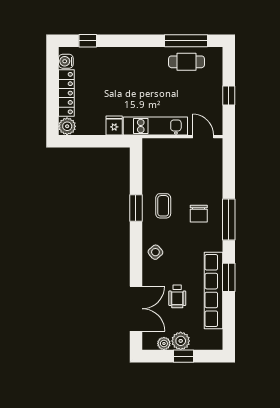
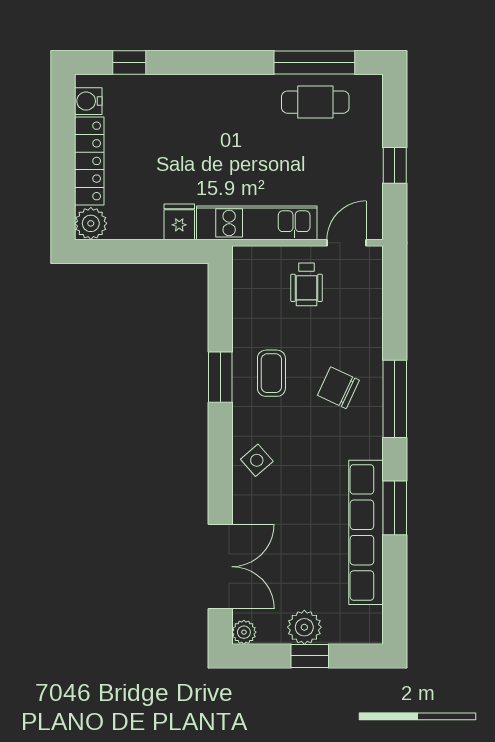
door: (203, 137) -> (347, 243), hinge flipped
chair: (199, 214) -> (338, 388), turned 115
wheelchair: (177, 296) -> (307, 284), moved
plant: (164, 343) -> (244, 632), moved

